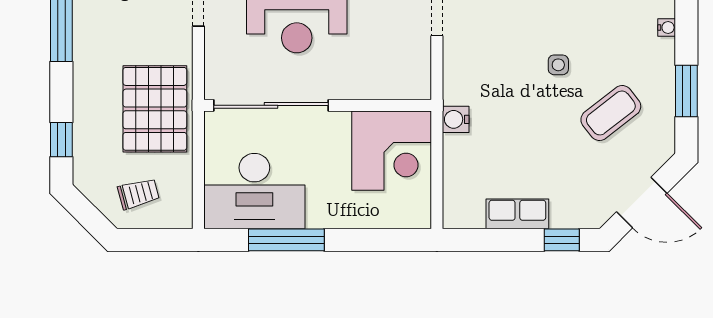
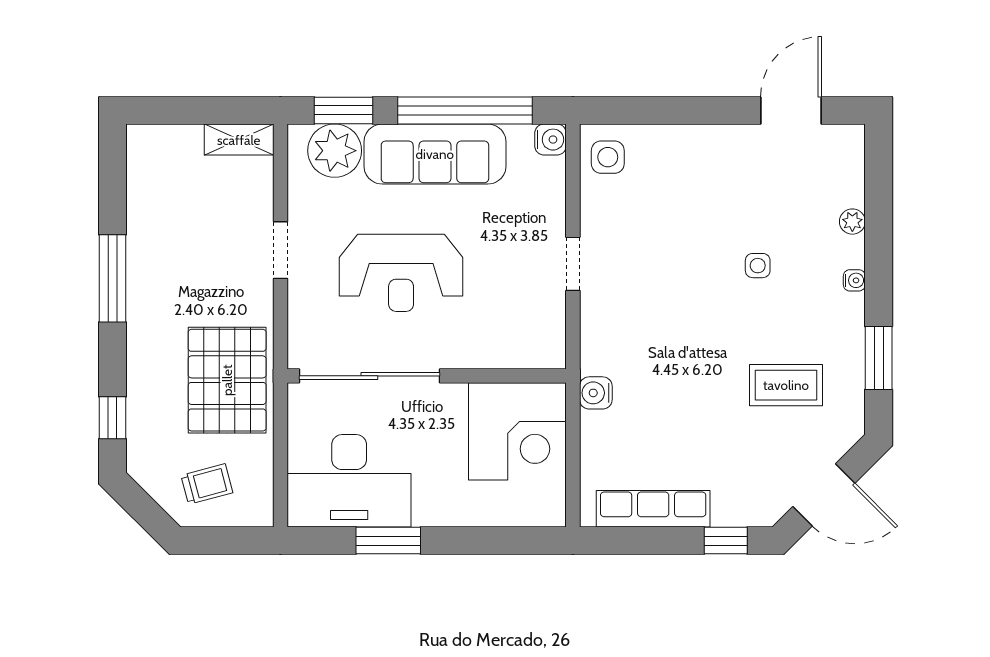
side table: (558, 65) -> (758, 266), moved
coffee table: (611, 113) -> (786, 385), turned 38
row of seats: (517, 214) -> (653, 509), width x1.48
window: (286, 240) -> (388, 541), width x0.69

